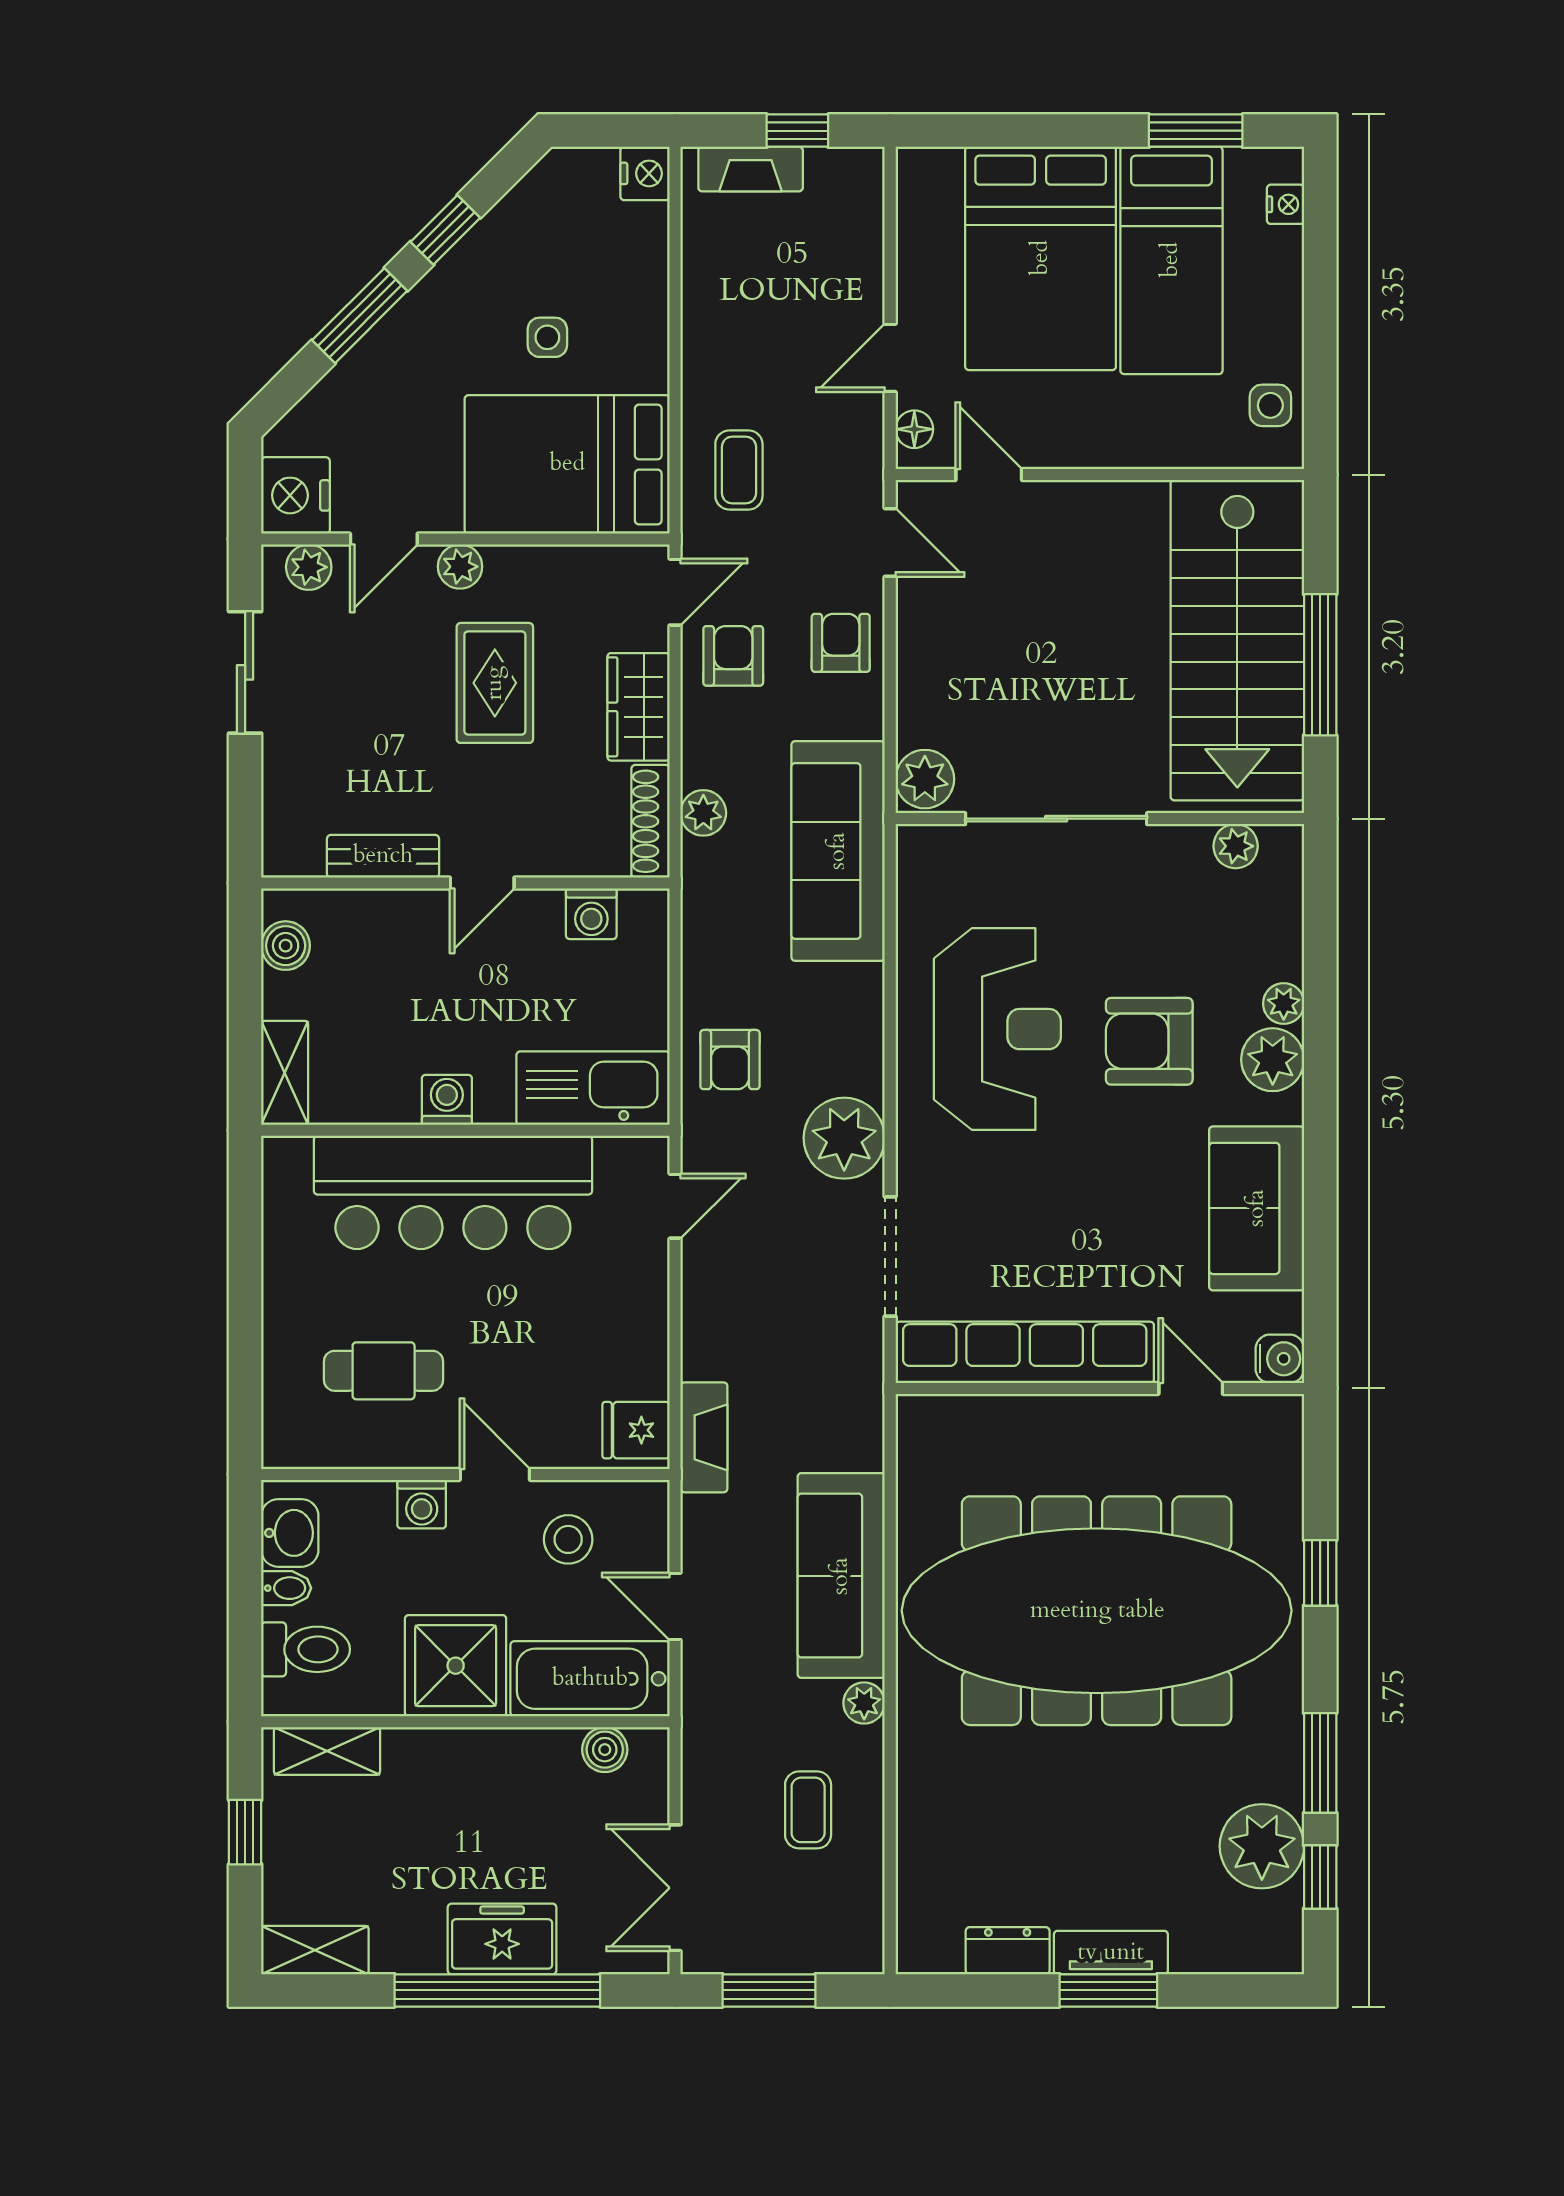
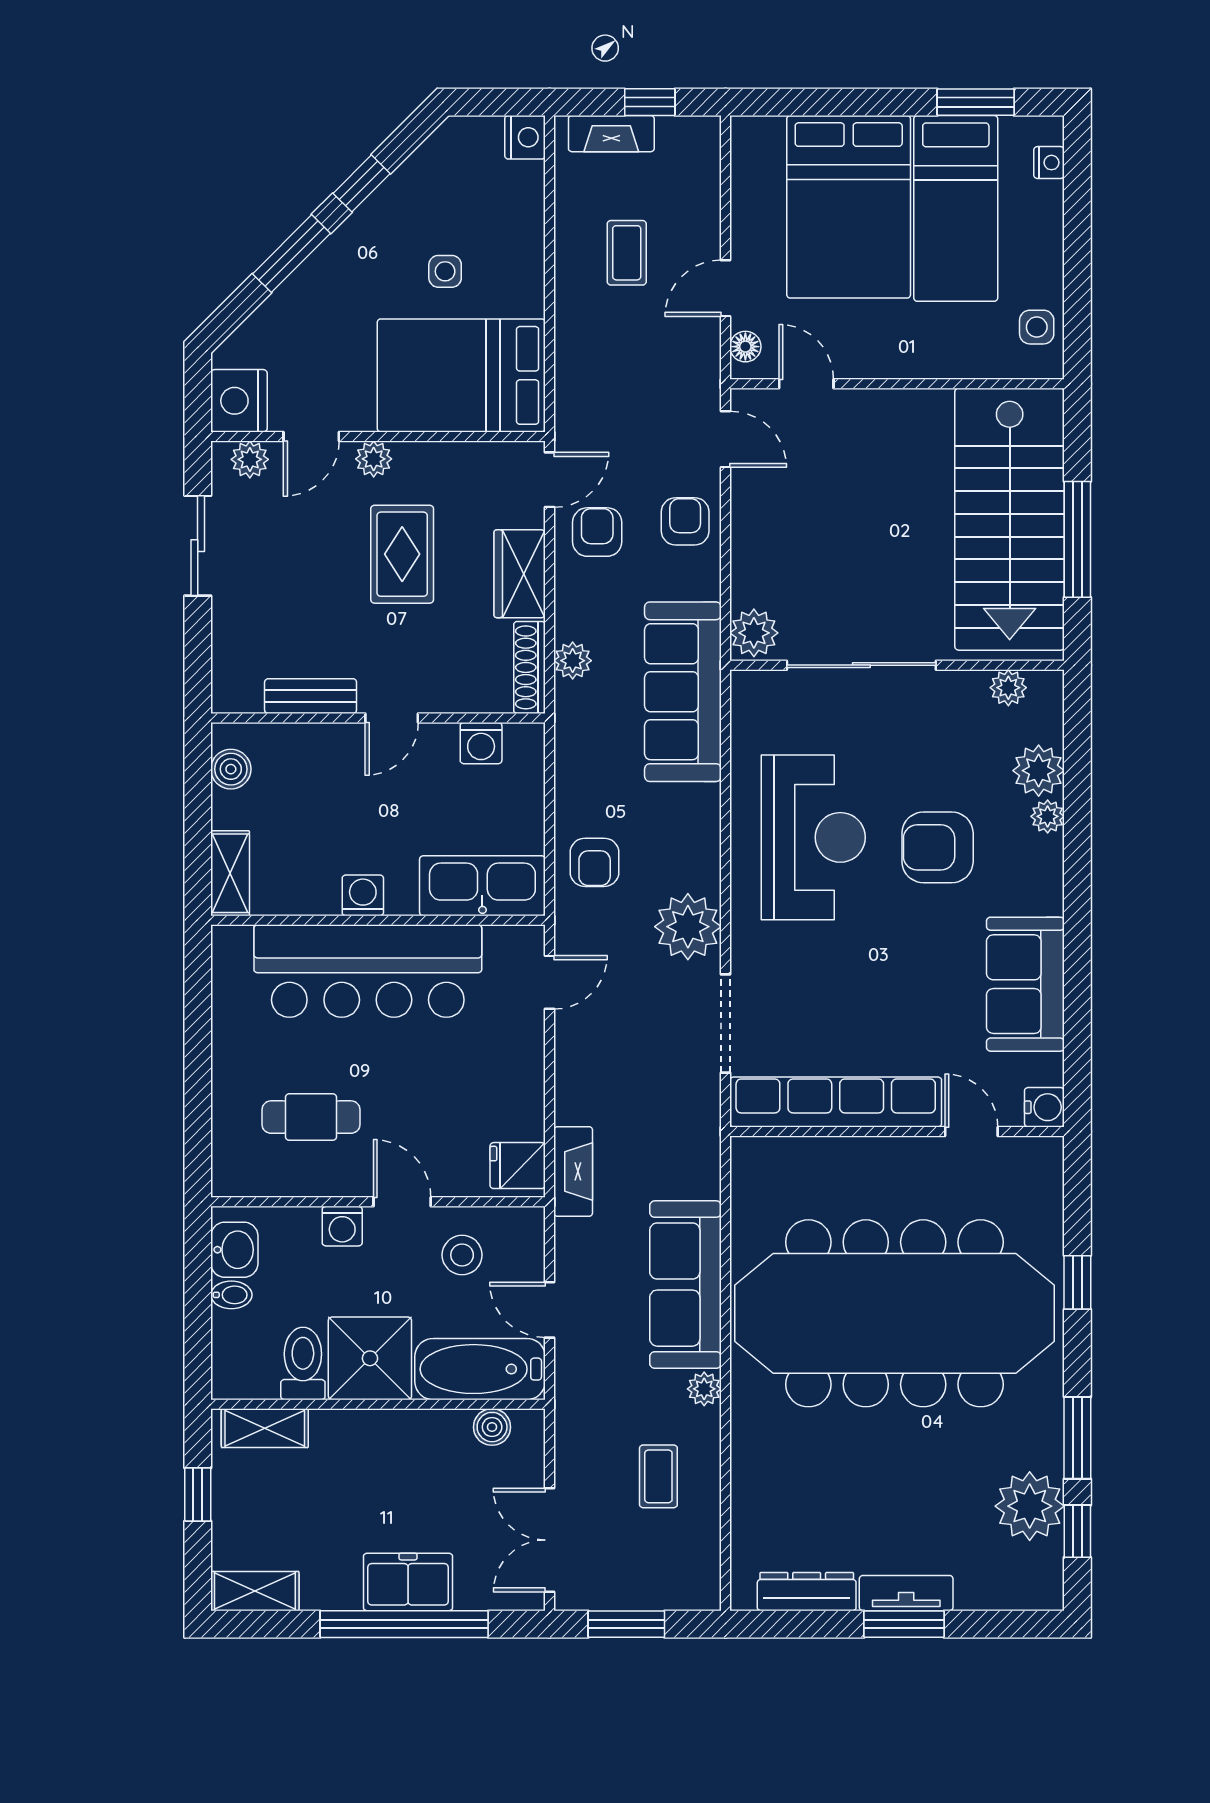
coffee table: (739, 470) -> (627, 253), moved
plant: (1273, 1060) -> (1039, 771), moved
toilet: (306, 1649) -> (303, 1363), moved, turned -90
dresser: (1008, 1951) -> (807, 1592), width x1.44

